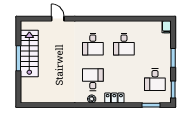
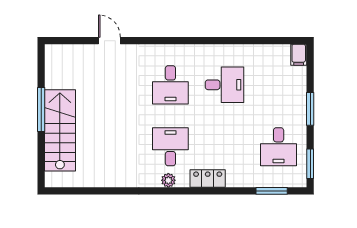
desk: (124, 44) -> (224, 85), turned -90
stairs: (29, 53) -> (60, 130), moved

